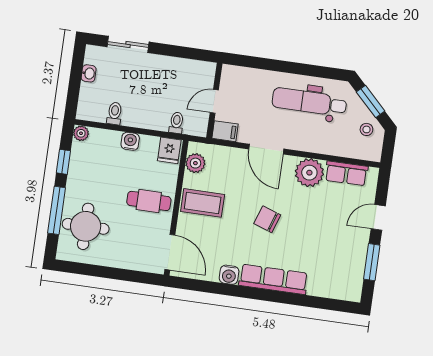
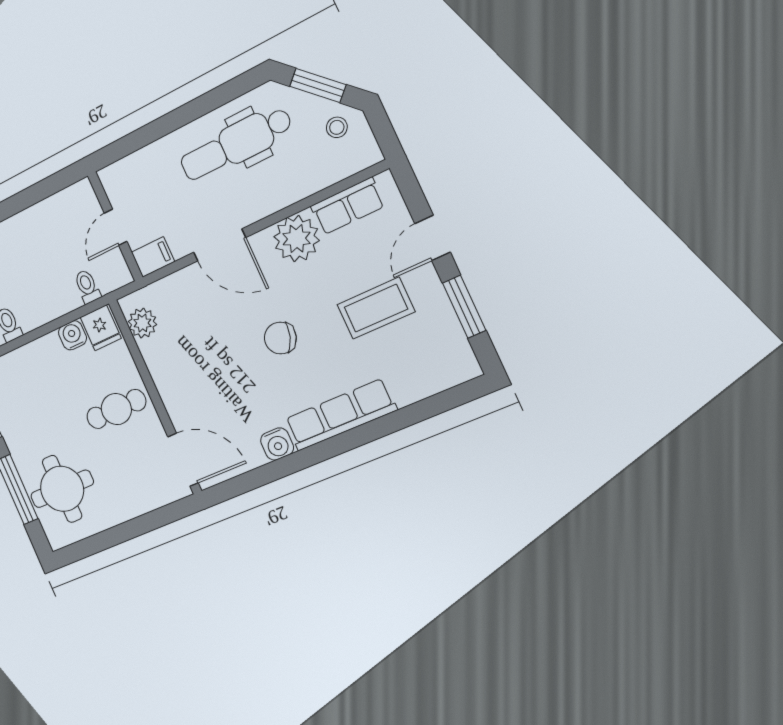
water cooler: (130, 141) -> (72, 335), moved
coffee table: (203, 203) -> (376, 308), moved

